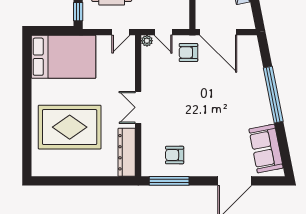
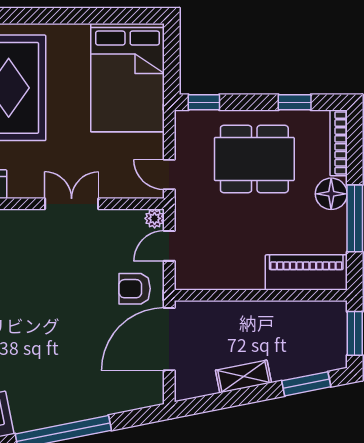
armchair: (188, 53) -> (135, 289), turned -90
double door: (138, 107) -> (72, 204), moved

